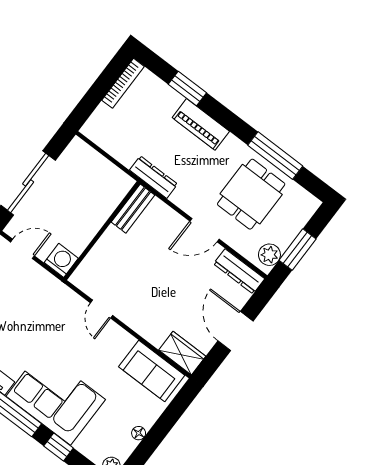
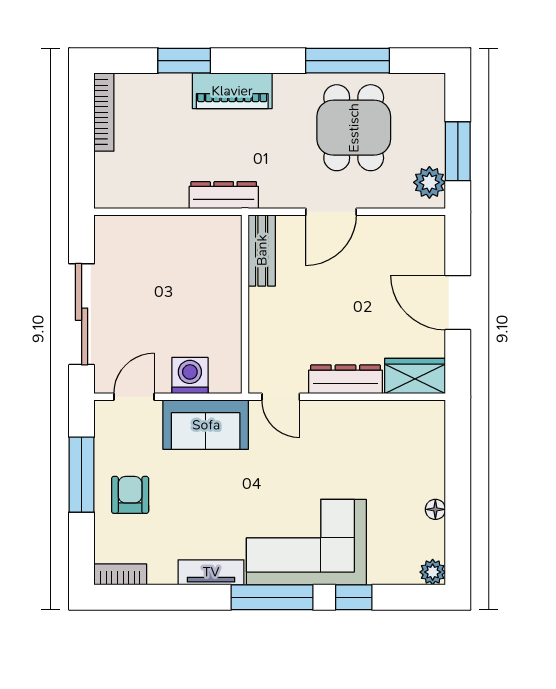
bench: (133, 209) -> (262, 250), moved
wall: (102, 231) -> (245, 304), moved
dresser: (239, 271) -> (345, 379), moved, turned 180
sofa: (152, 371) -> (206, 425), moved

